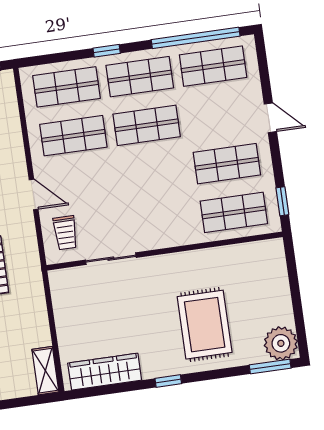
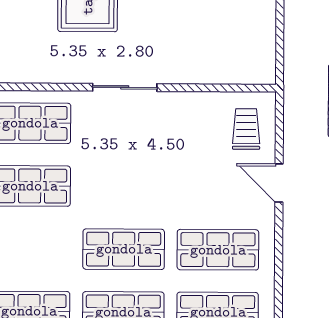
sliding door: (111, 259) -> (125, 87), moved

